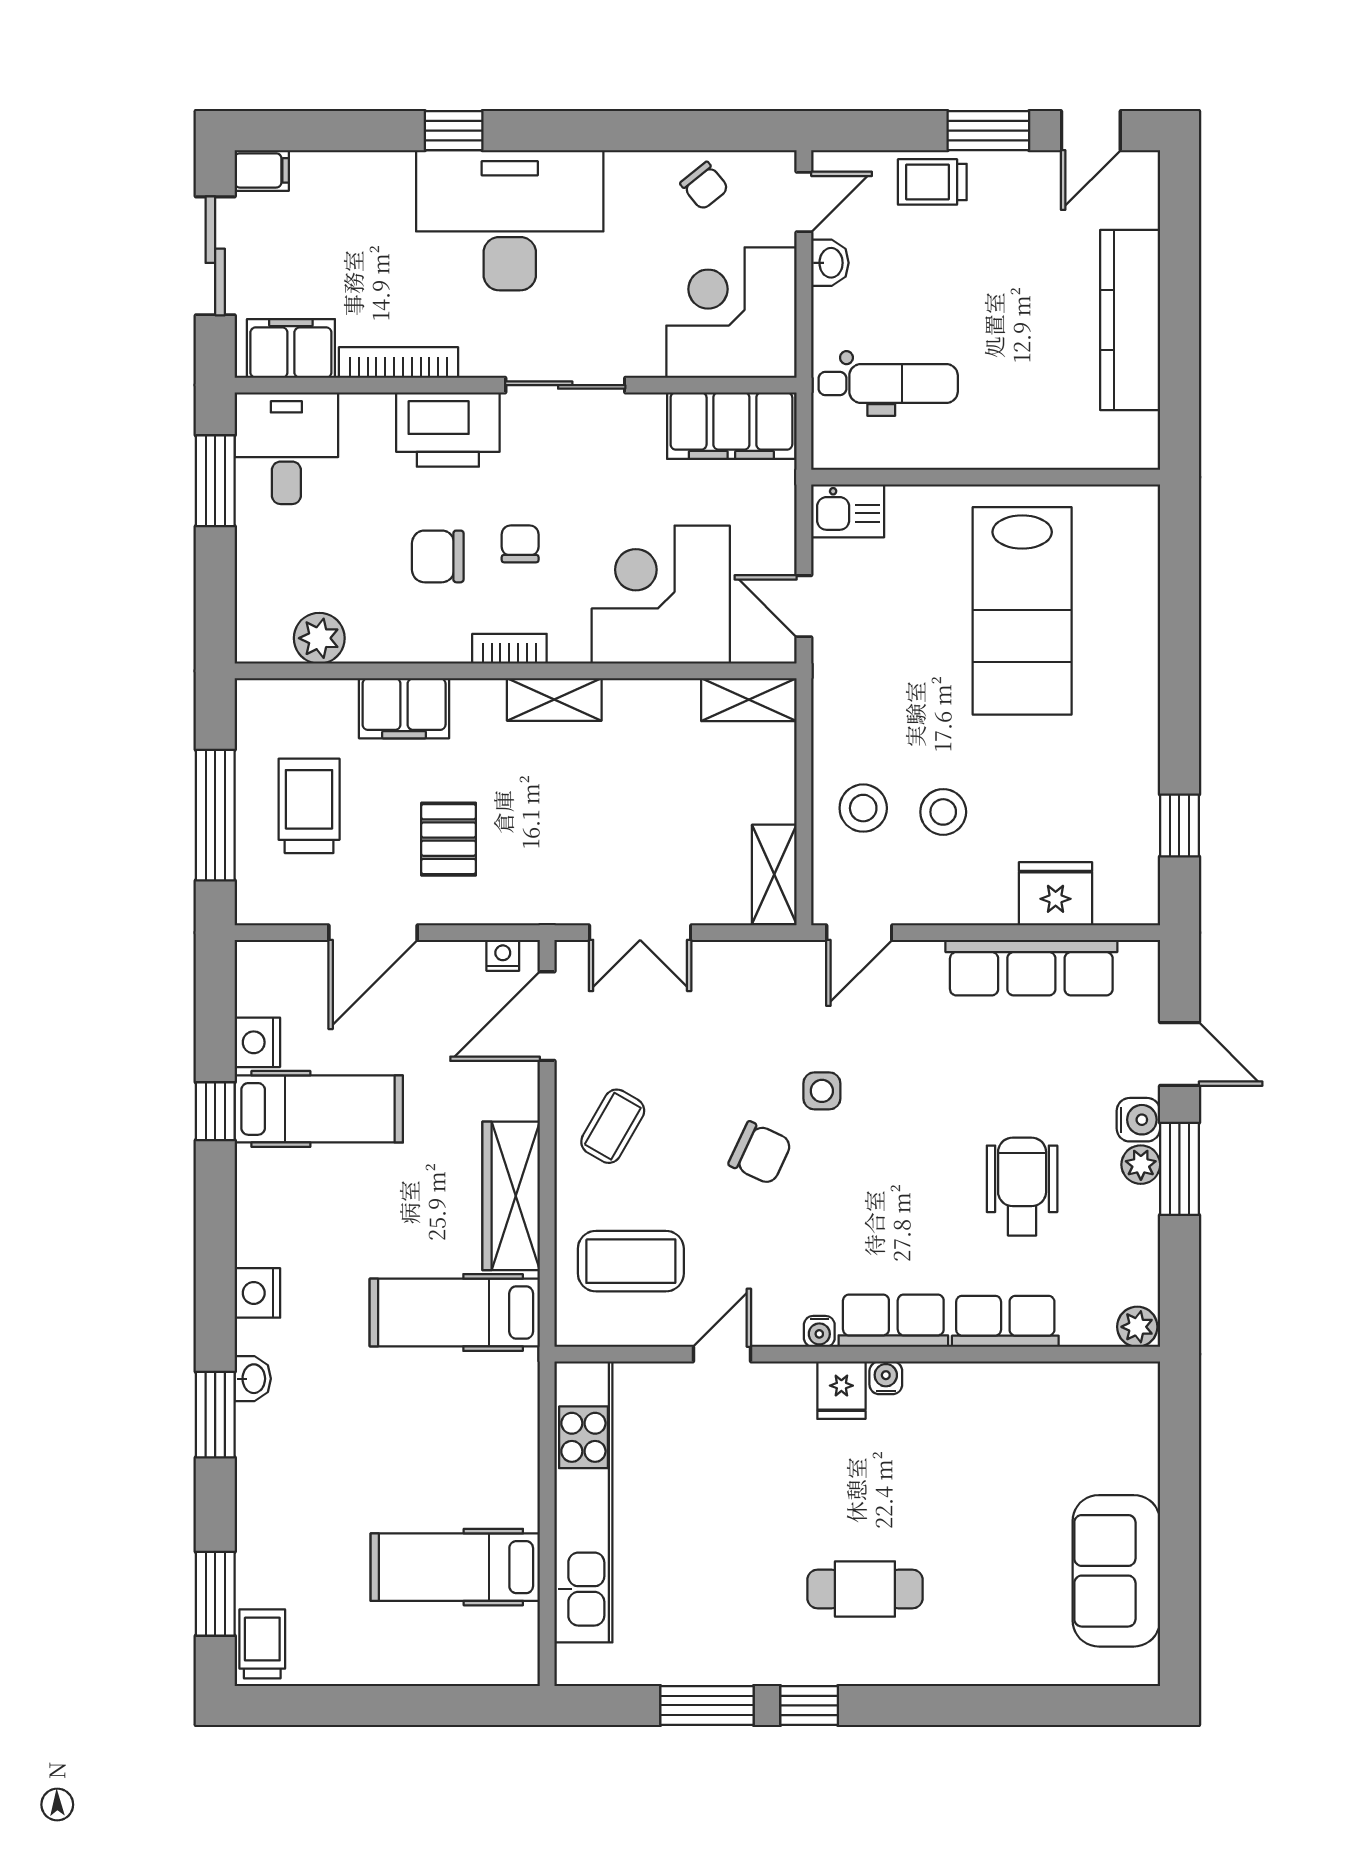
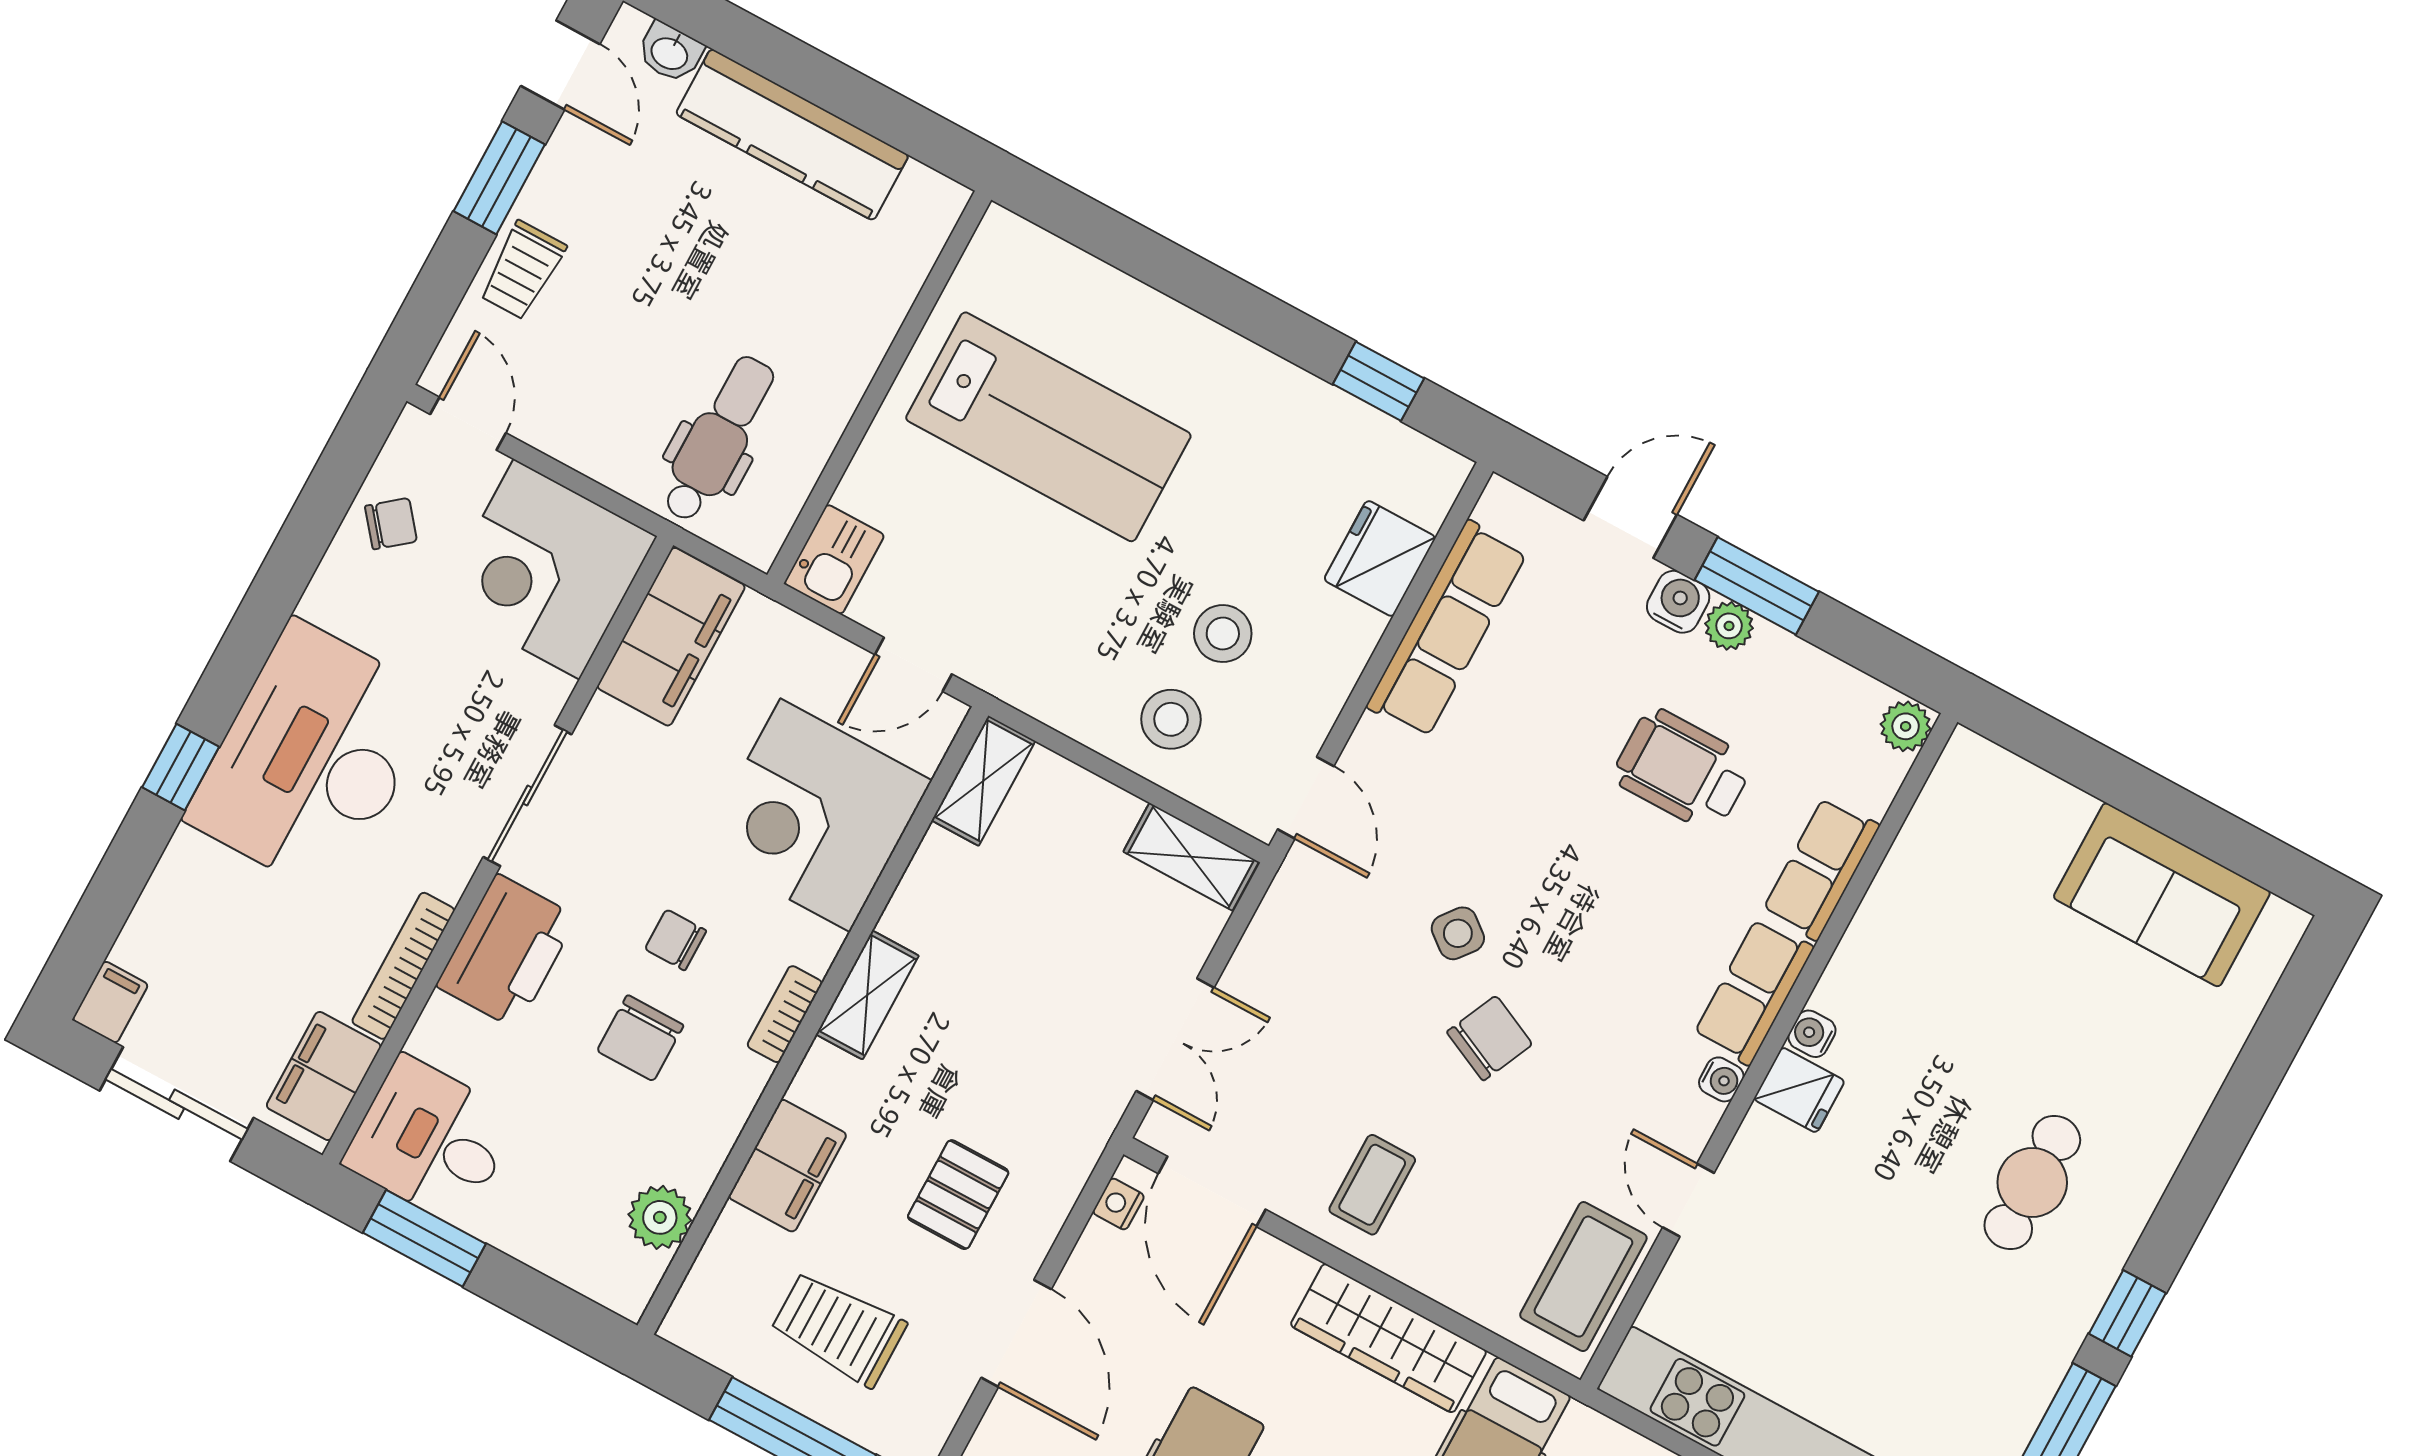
washbasin: (830, 263) -> (670, 52), moved, turned 180
pallet: (449, 839) -> (958, 1195), turned 90
side table: (822, 1091) -> (1458, 933), turned 38
coffee table: (613, 1126) -> (1372, 1185), turned 60
coffee table: (631, 1261) -> (1583, 1277), moved

